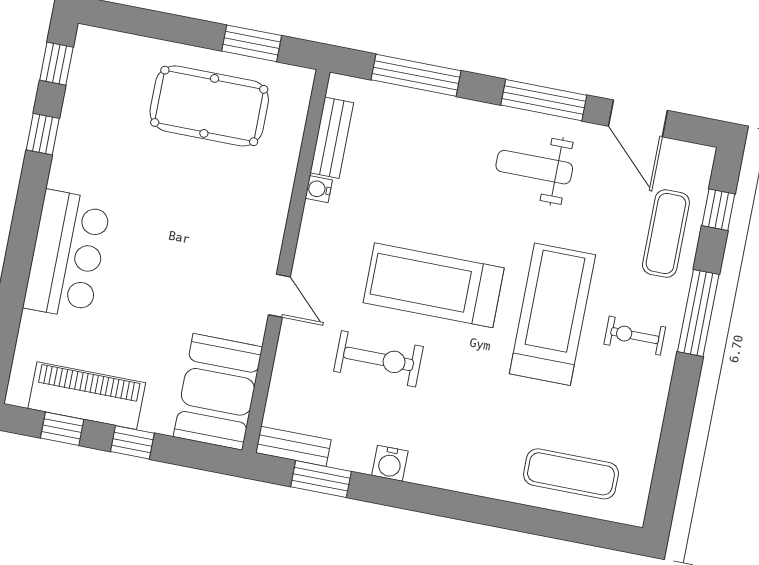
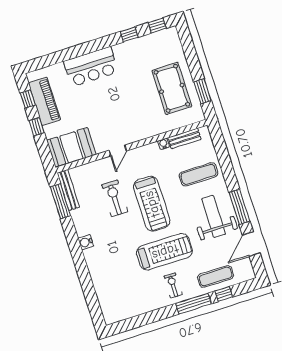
window: (416, 75) -> (223, 156), removed
weight bench: (534, 167) -> (214, 216), width x1.36, depth x1.33
window: (718, 210) -> (224, 294), moved
treadmill: (434, 285) -> (152, 204), turned 180
exercise bike: (379, 359) -> (115, 198), turned 180
bench: (293, 446) -> (68, 190), width x1.36
water cooler: (390, 463) -> (86, 242), moved
exercise mat: (571, 474) -> (199, 174), moved, turned 90
window: (321, 479) -> (60, 201), width x1.44

